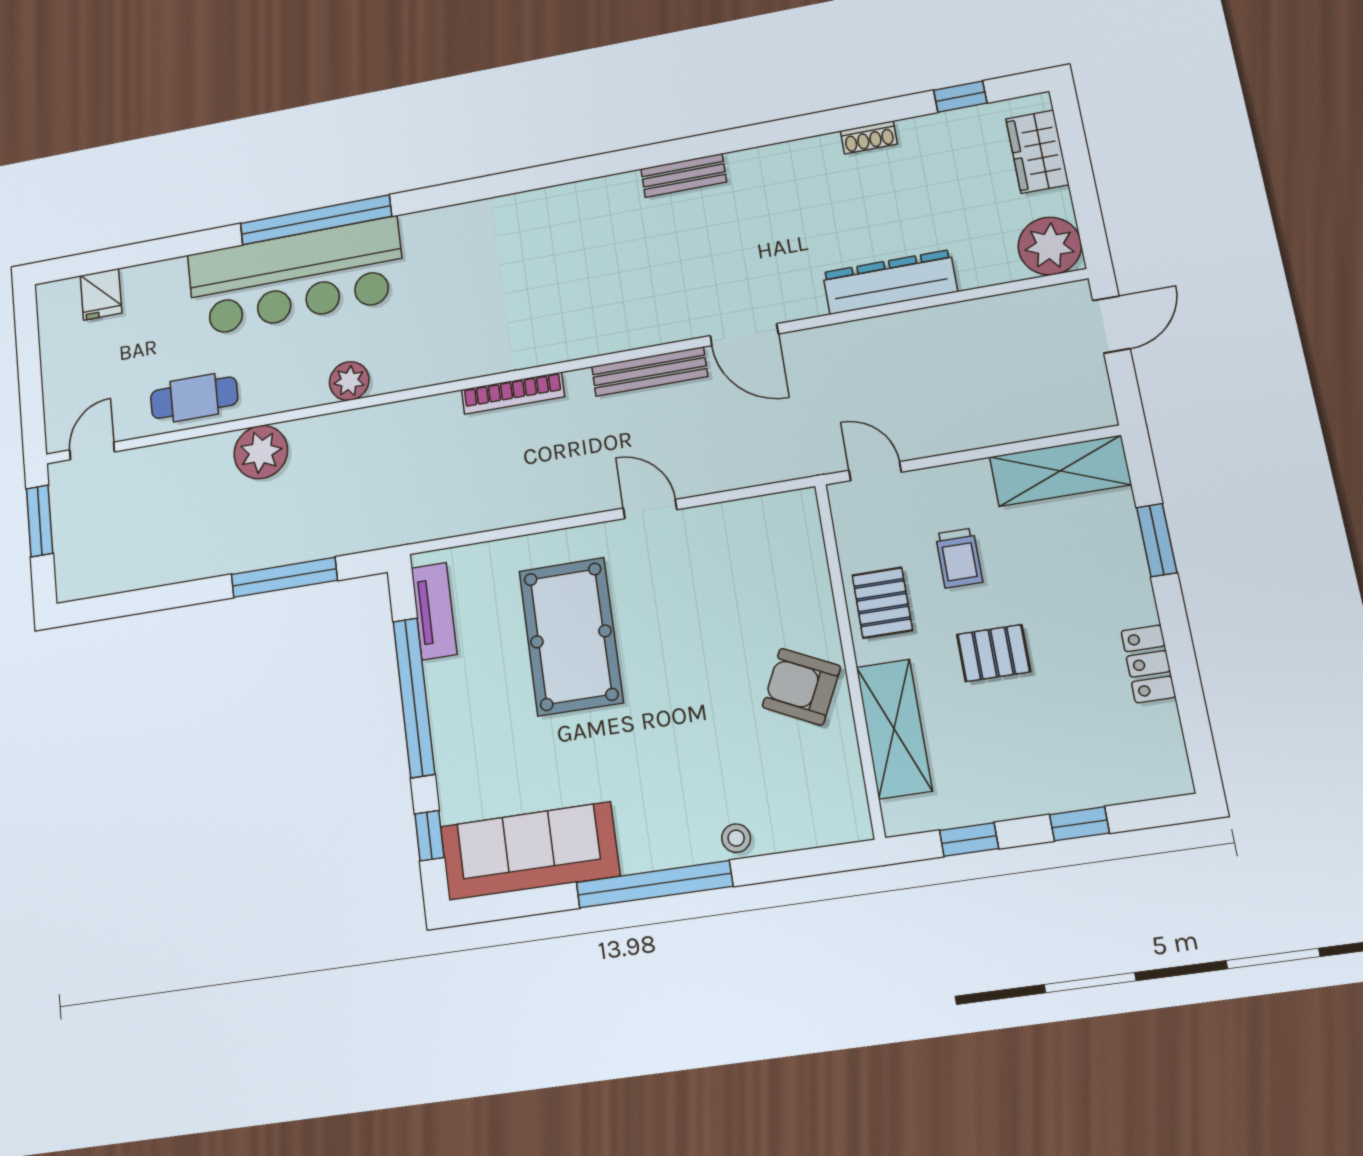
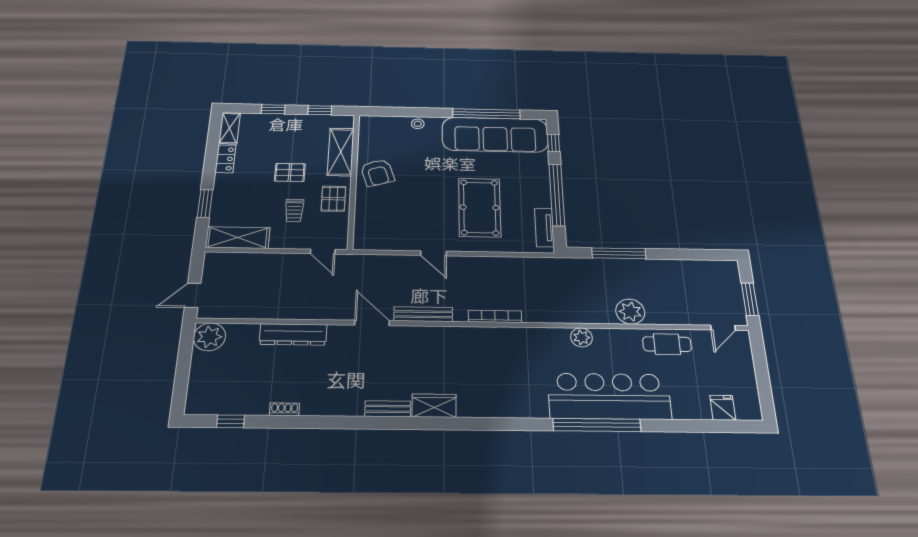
wardrobe: (1037, 152) -> (434, 406), moved, turned -90
trolley: (959, 558) -> (294, 210), turned 180
armchair: (801, 687) -> (377, 173), turned 47
shelving: (1166, 751) -> (230, 128), added
sofa: (530, 851) -> (495, 135), width x1.36, depth x1.27
window: (654, 884) -> (486, 114), moved

